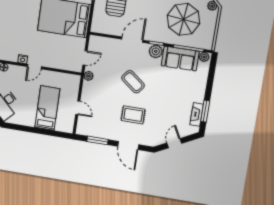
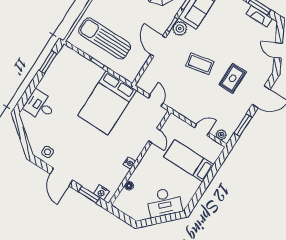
door: (34, 67) -> (154, 135), moved
plant: (89, 76) -> (221, 135), moved
coffee table: (133, 82) -> (200, 64), turned 40

